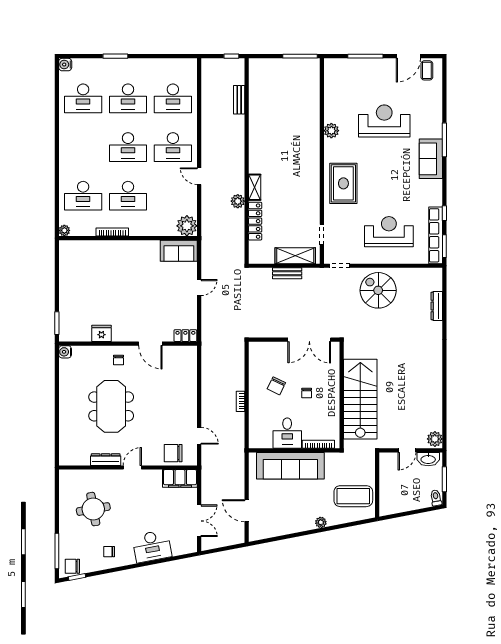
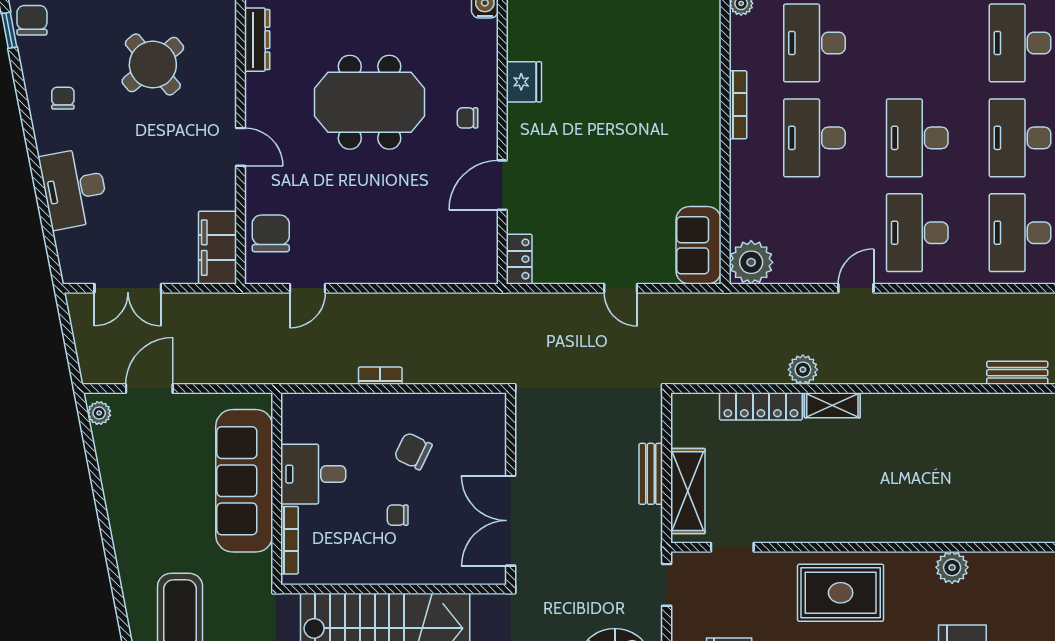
dresser: (106, 460) -> (257, 40), moved
round table: (93, 509) -> (153, 64), turned -30
plant: (321, 522) -> (99, 413), moved

